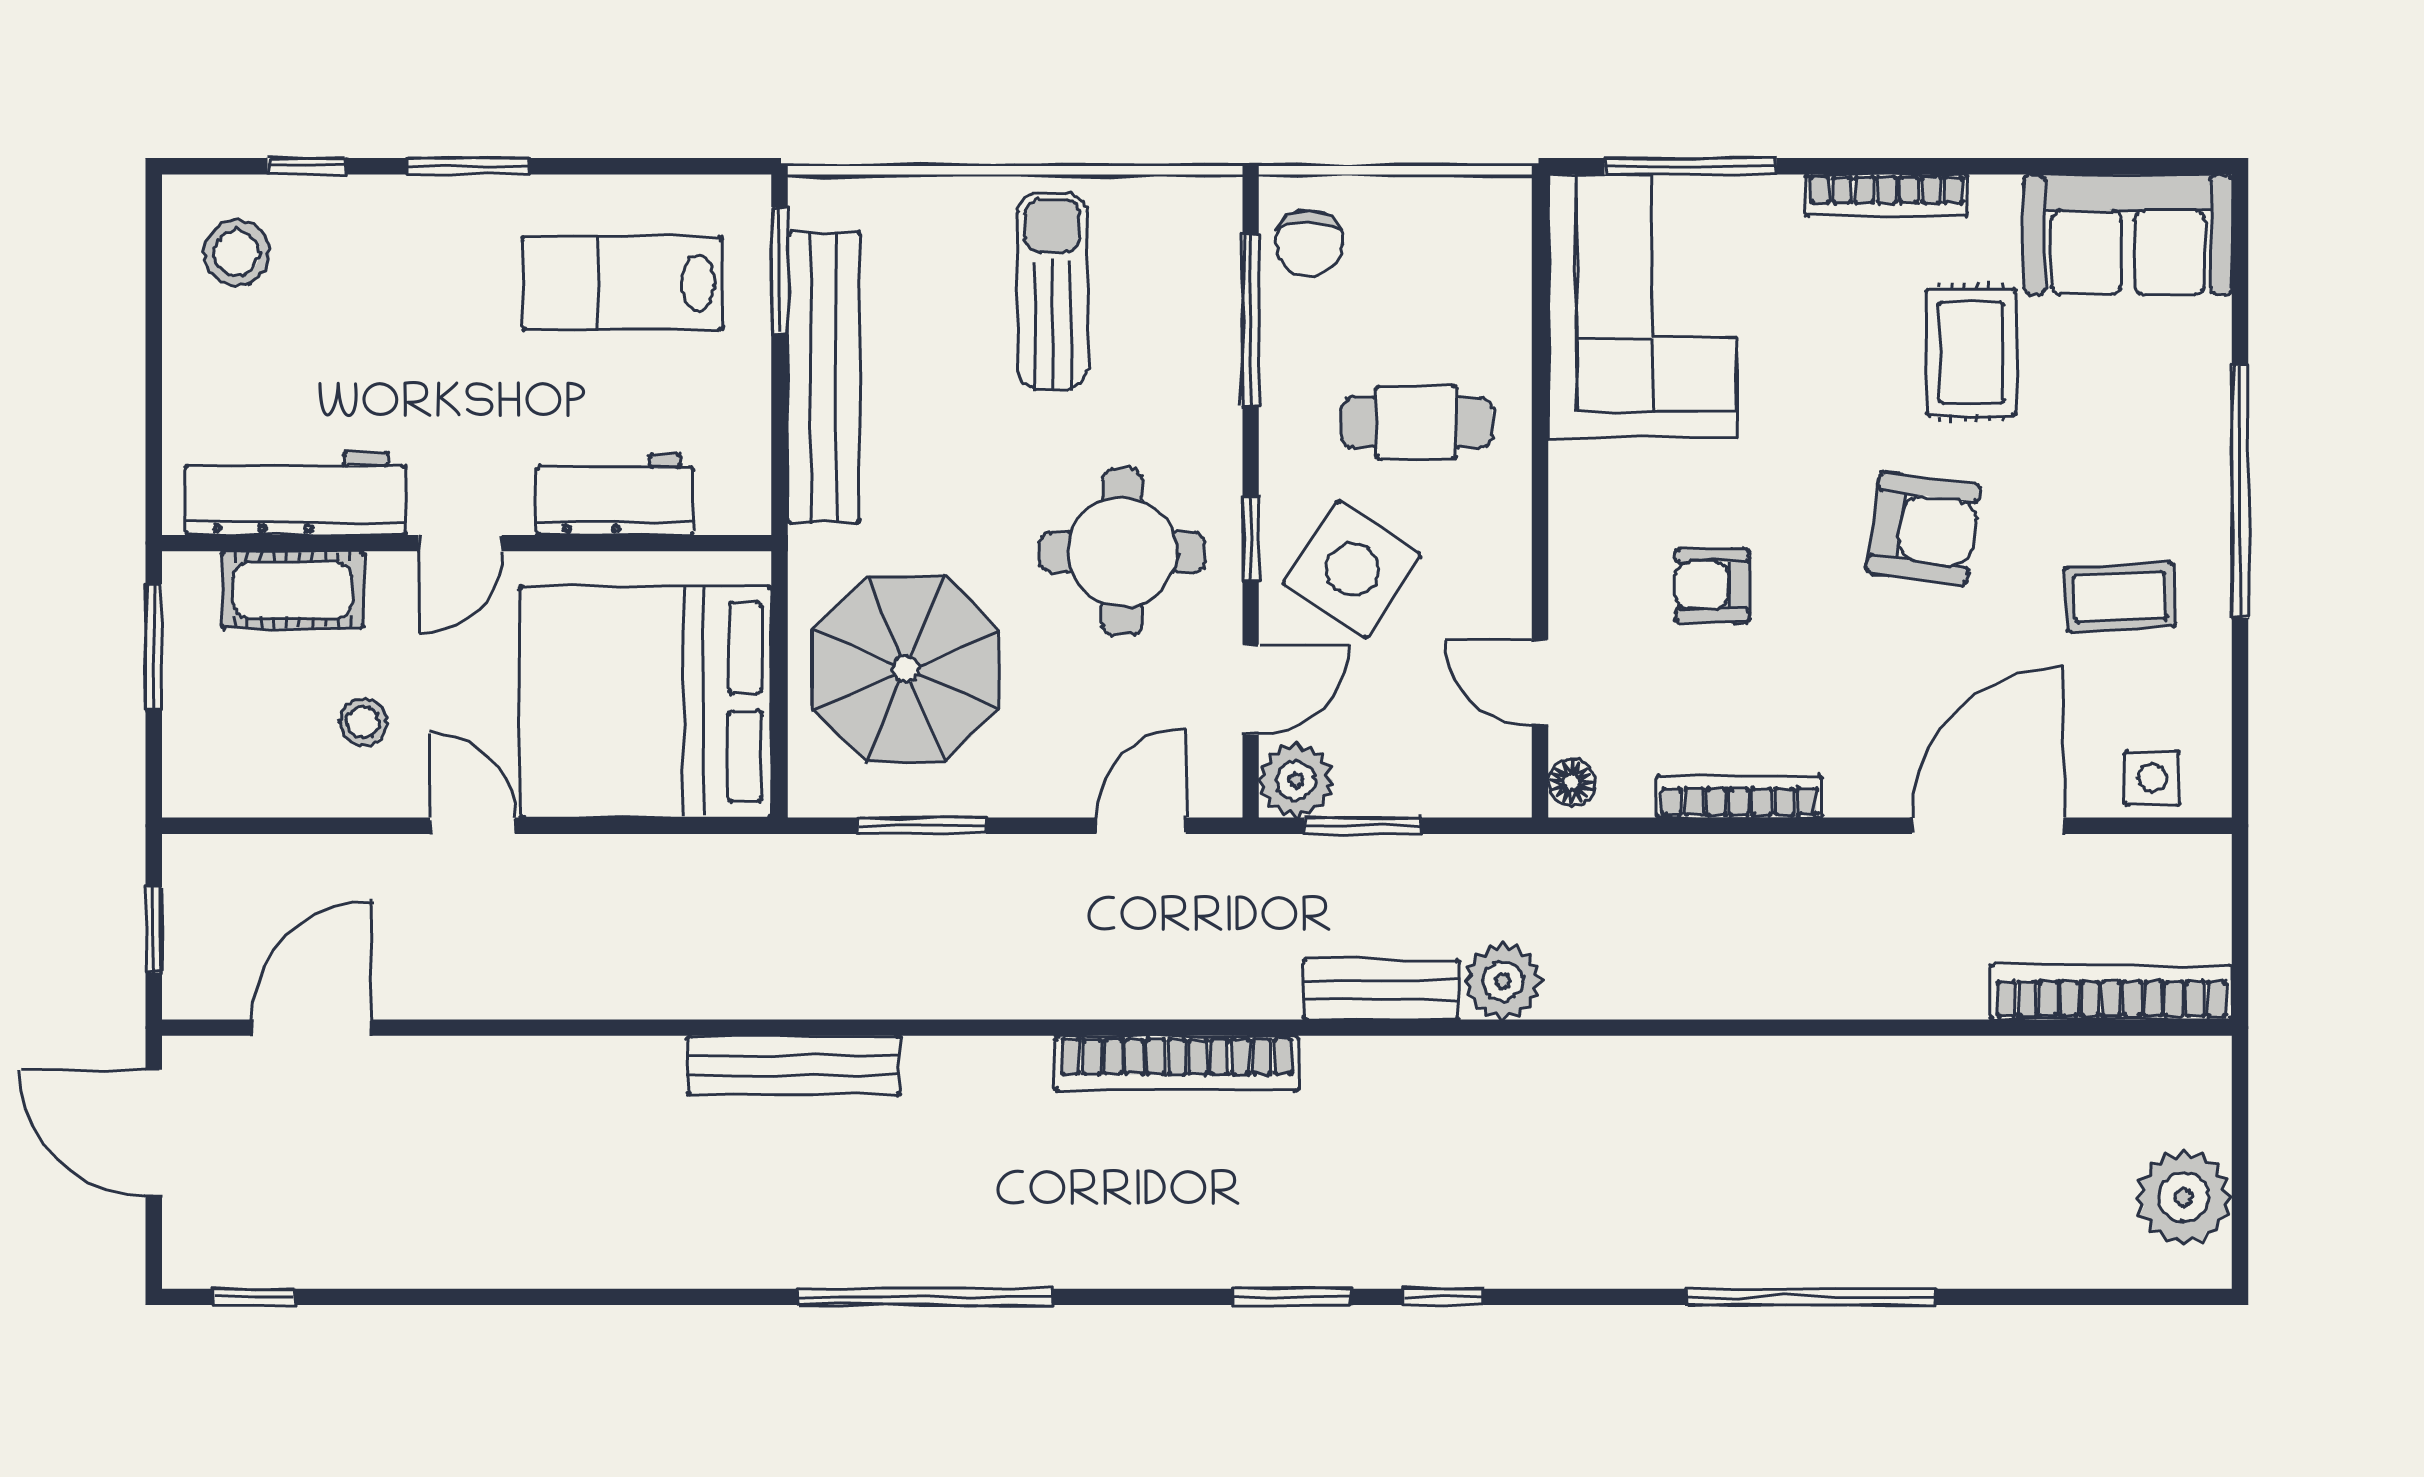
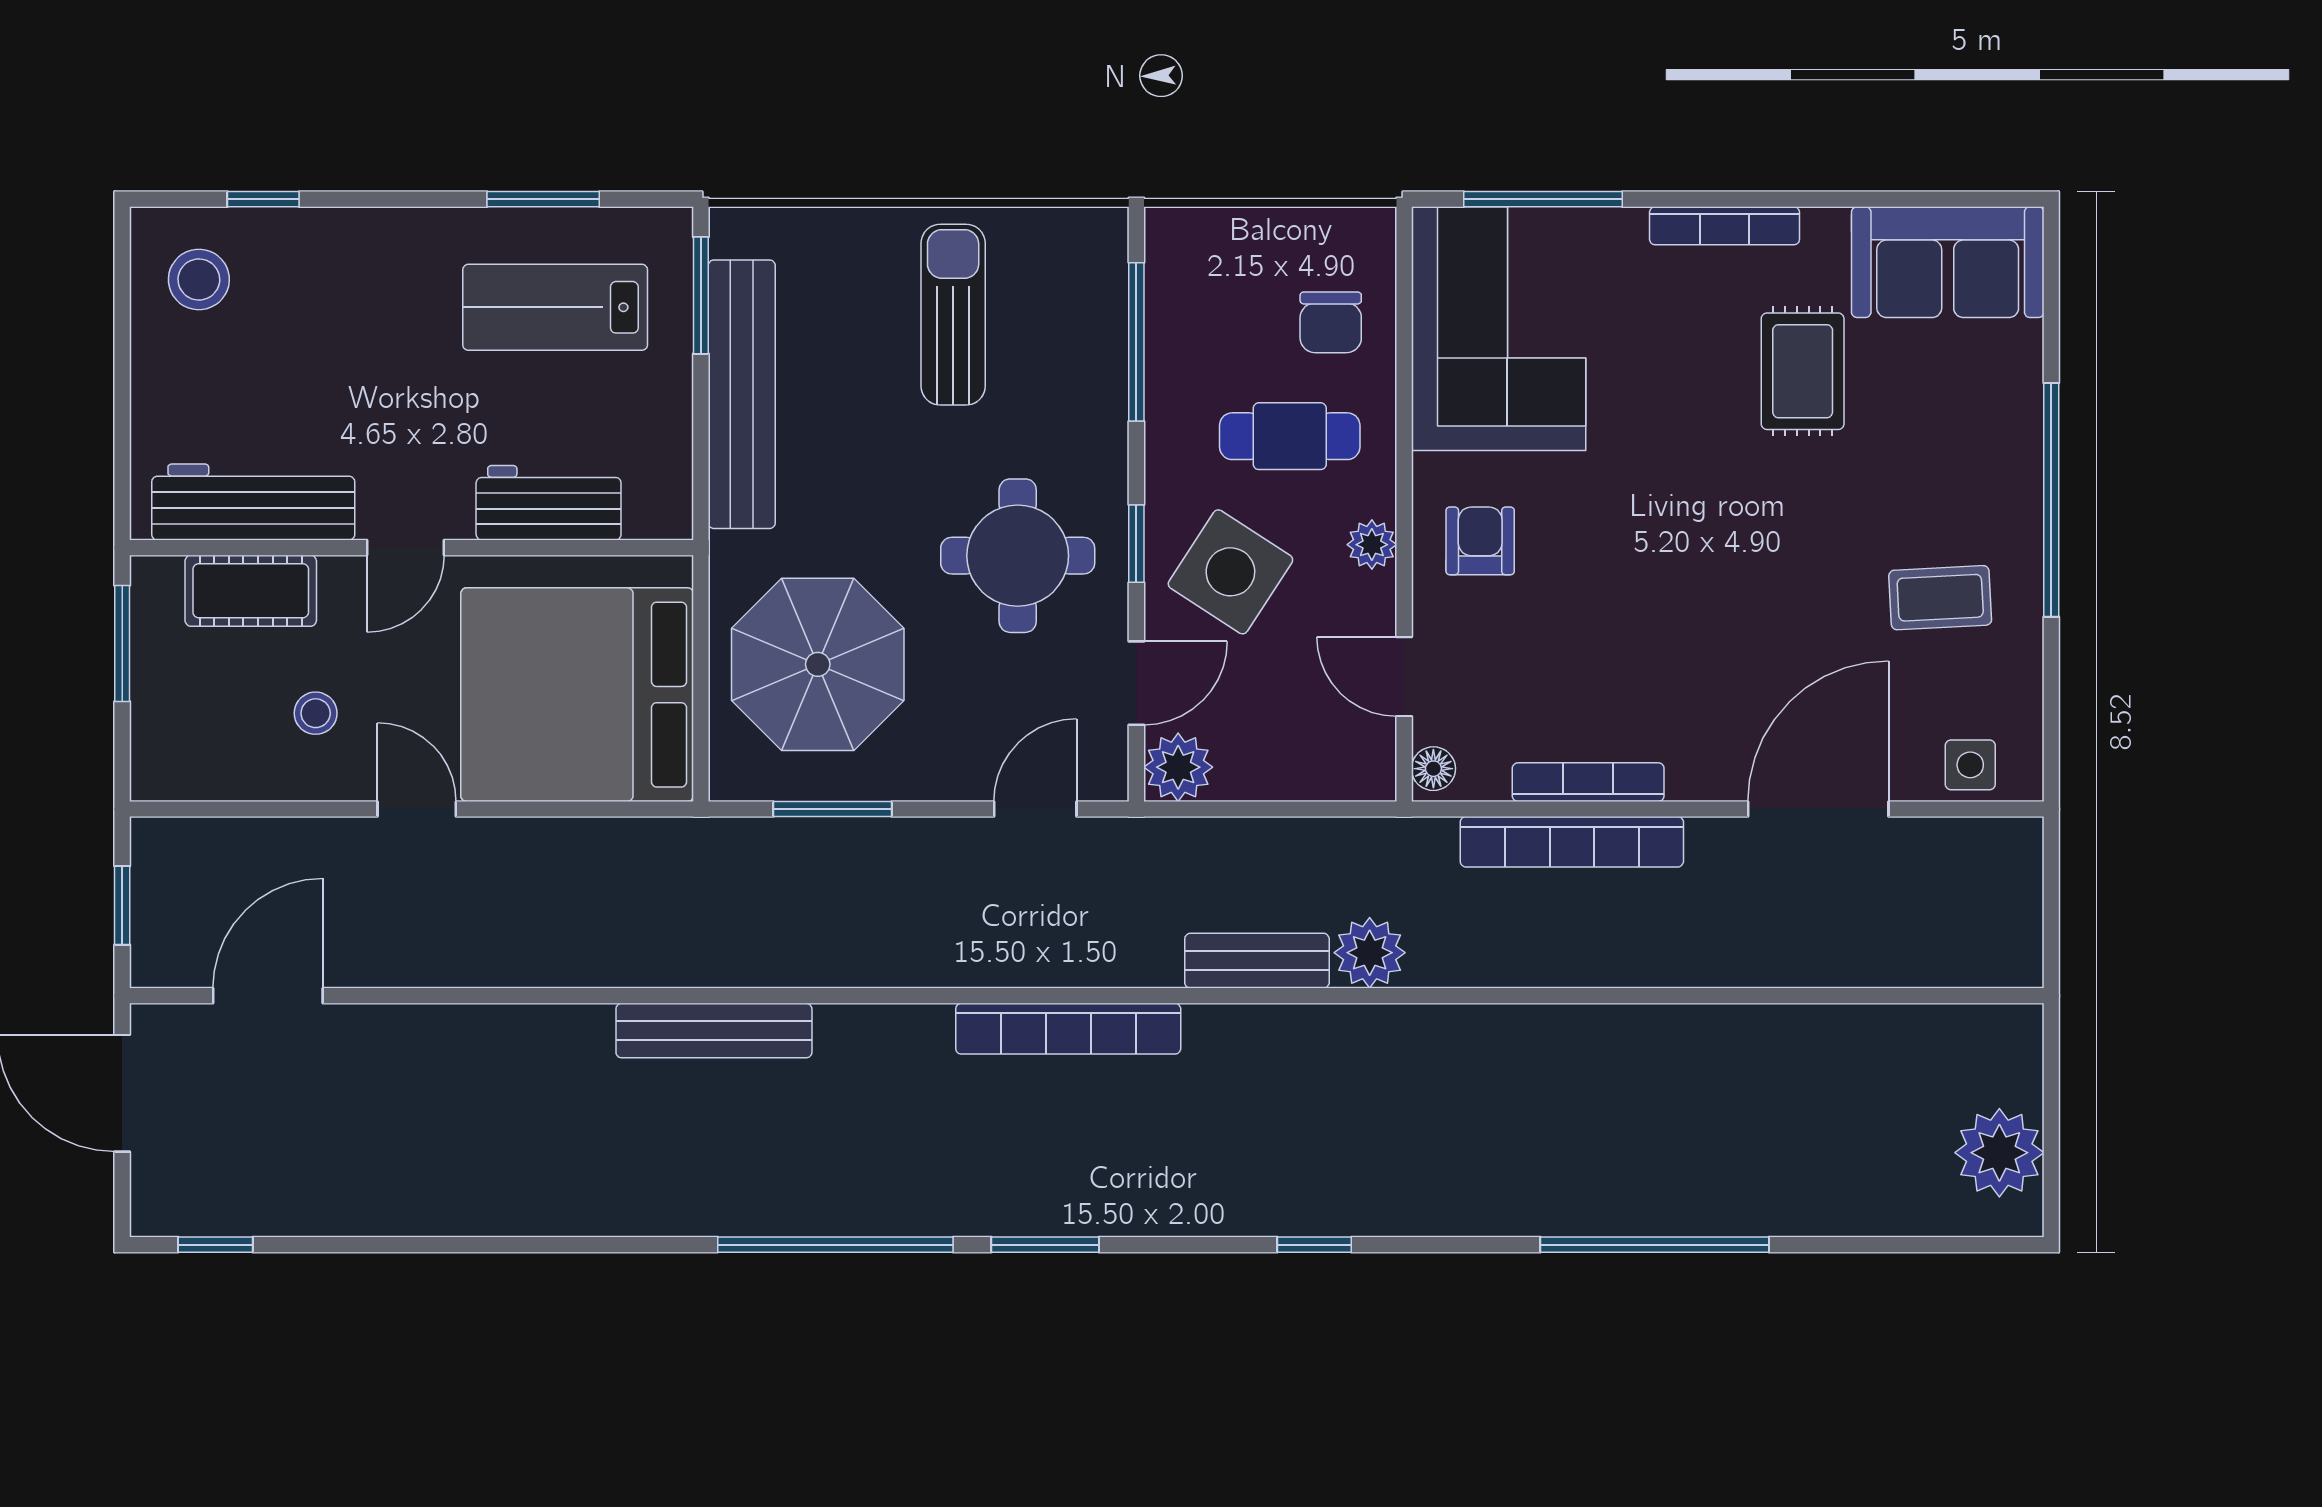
window: (468, 166) -> (543, 199), moved
chair: (1309, 243) -> (1331, 322), moved
armchair: (1923, 529) -> (1758, 534), removed
plant: (1505, 540) -> (1372, 545), added
armchair: (1713, 585) -> (1480, 541), moved, turned 90
window: (1363, 826) -> (1240, 809), removed
bookcase: (2111, 992) -> (1572, 842), moved, turned 180
window: (1292, 1297) -> (1045, 1245), moved

